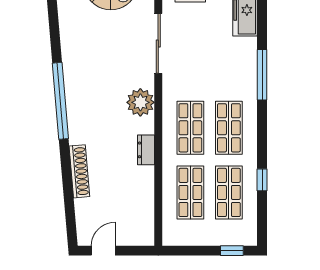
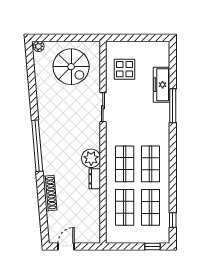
sliding door: (158, 43) -> (103, 107), width x0.73
window: (262, 75) -> (173, 106), moved
plant: (140, 102) -> (91, 158), moved
window: (262, 180) -> (173, 220), moved

